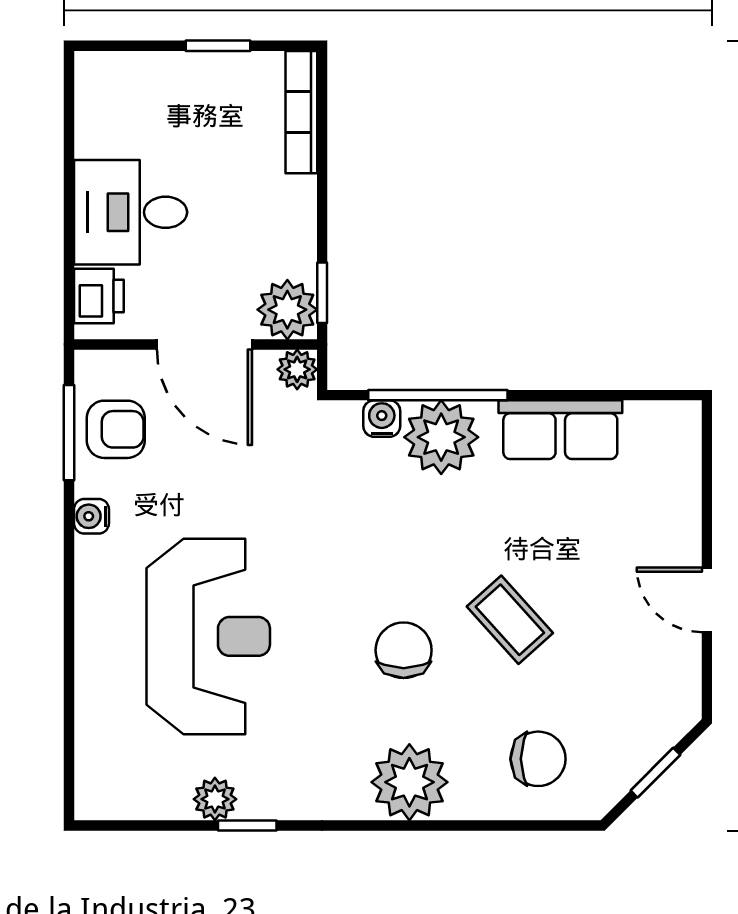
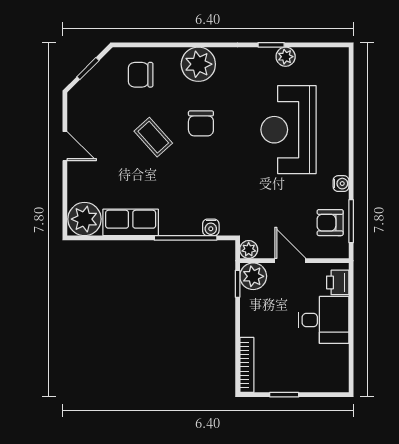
door: (204, 344) -> (290, 261), width x0.73
plant: (441, 437) -> (85, 219), moved

